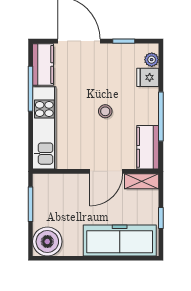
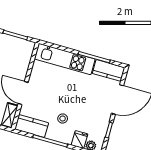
stool: (105, 111) -> (63, 118), moved

